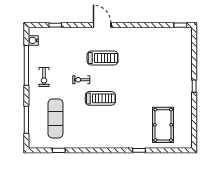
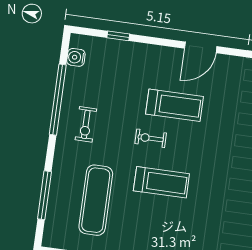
door: (102, 25) -> (201, 47), swing flipped
treadmill: (103, 58) -> (174, 105), moved
treadmill: (100, 98) -> (161, 182), moved

